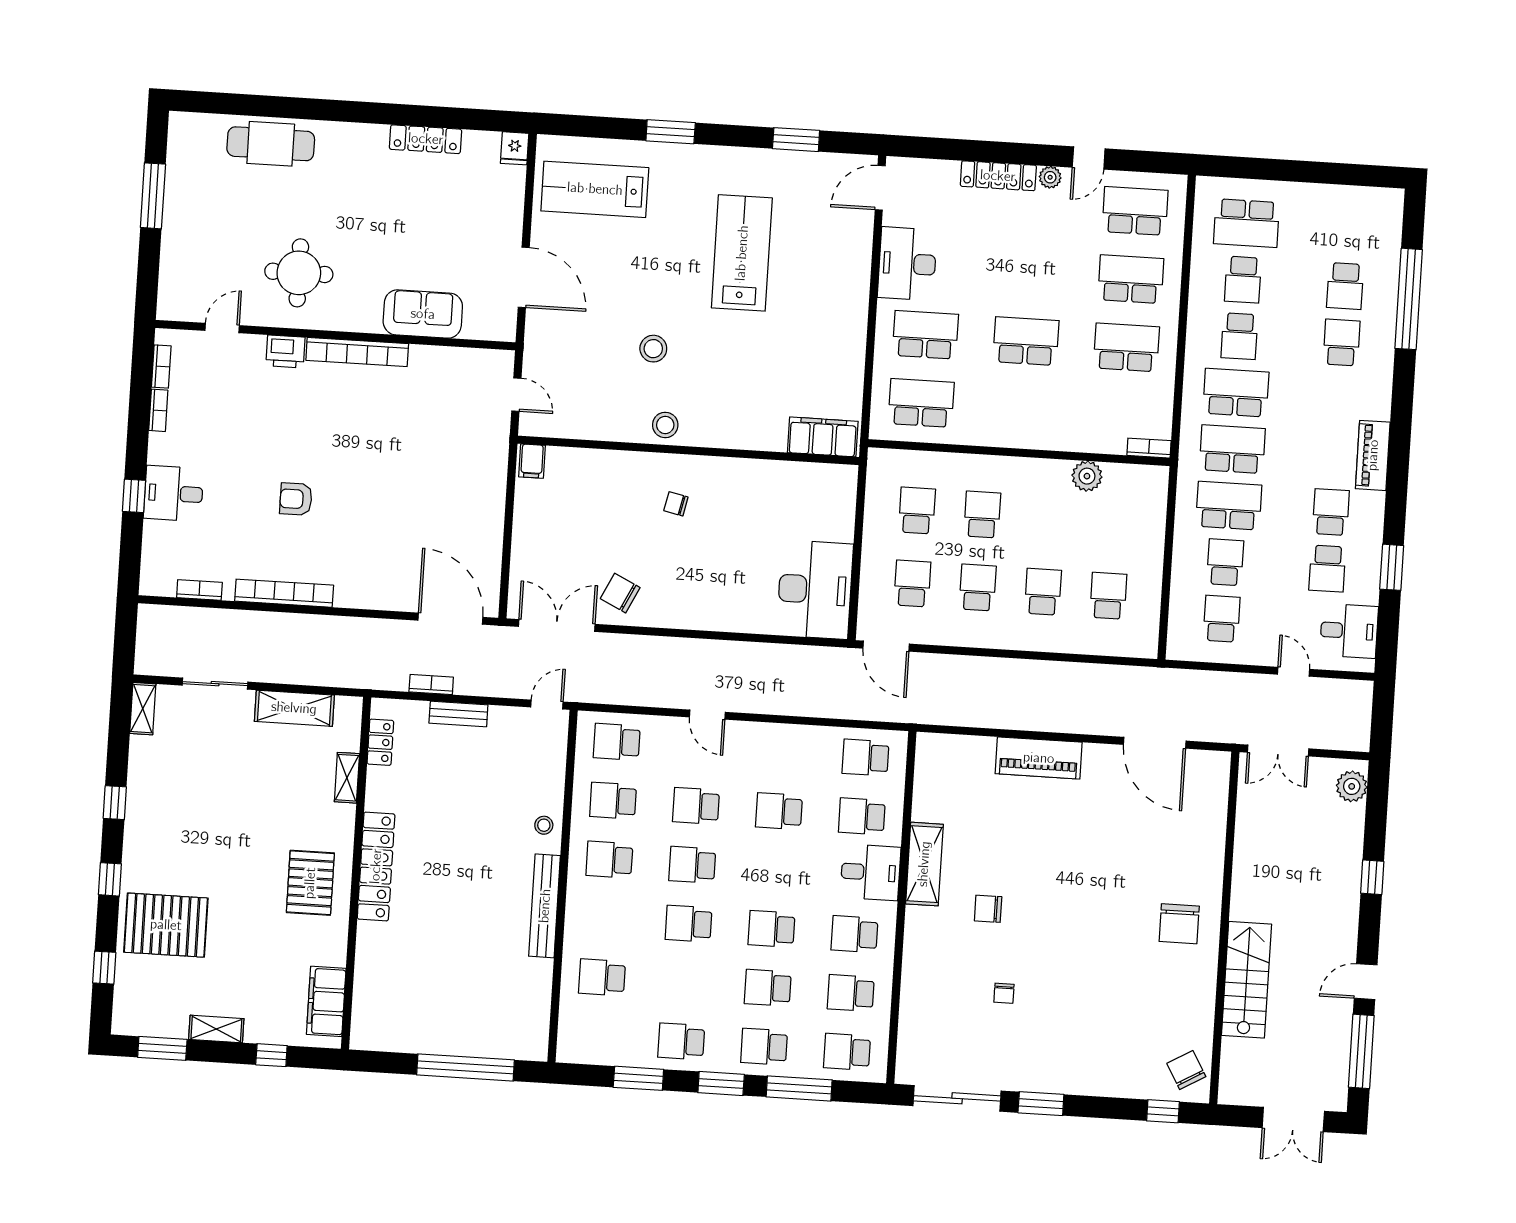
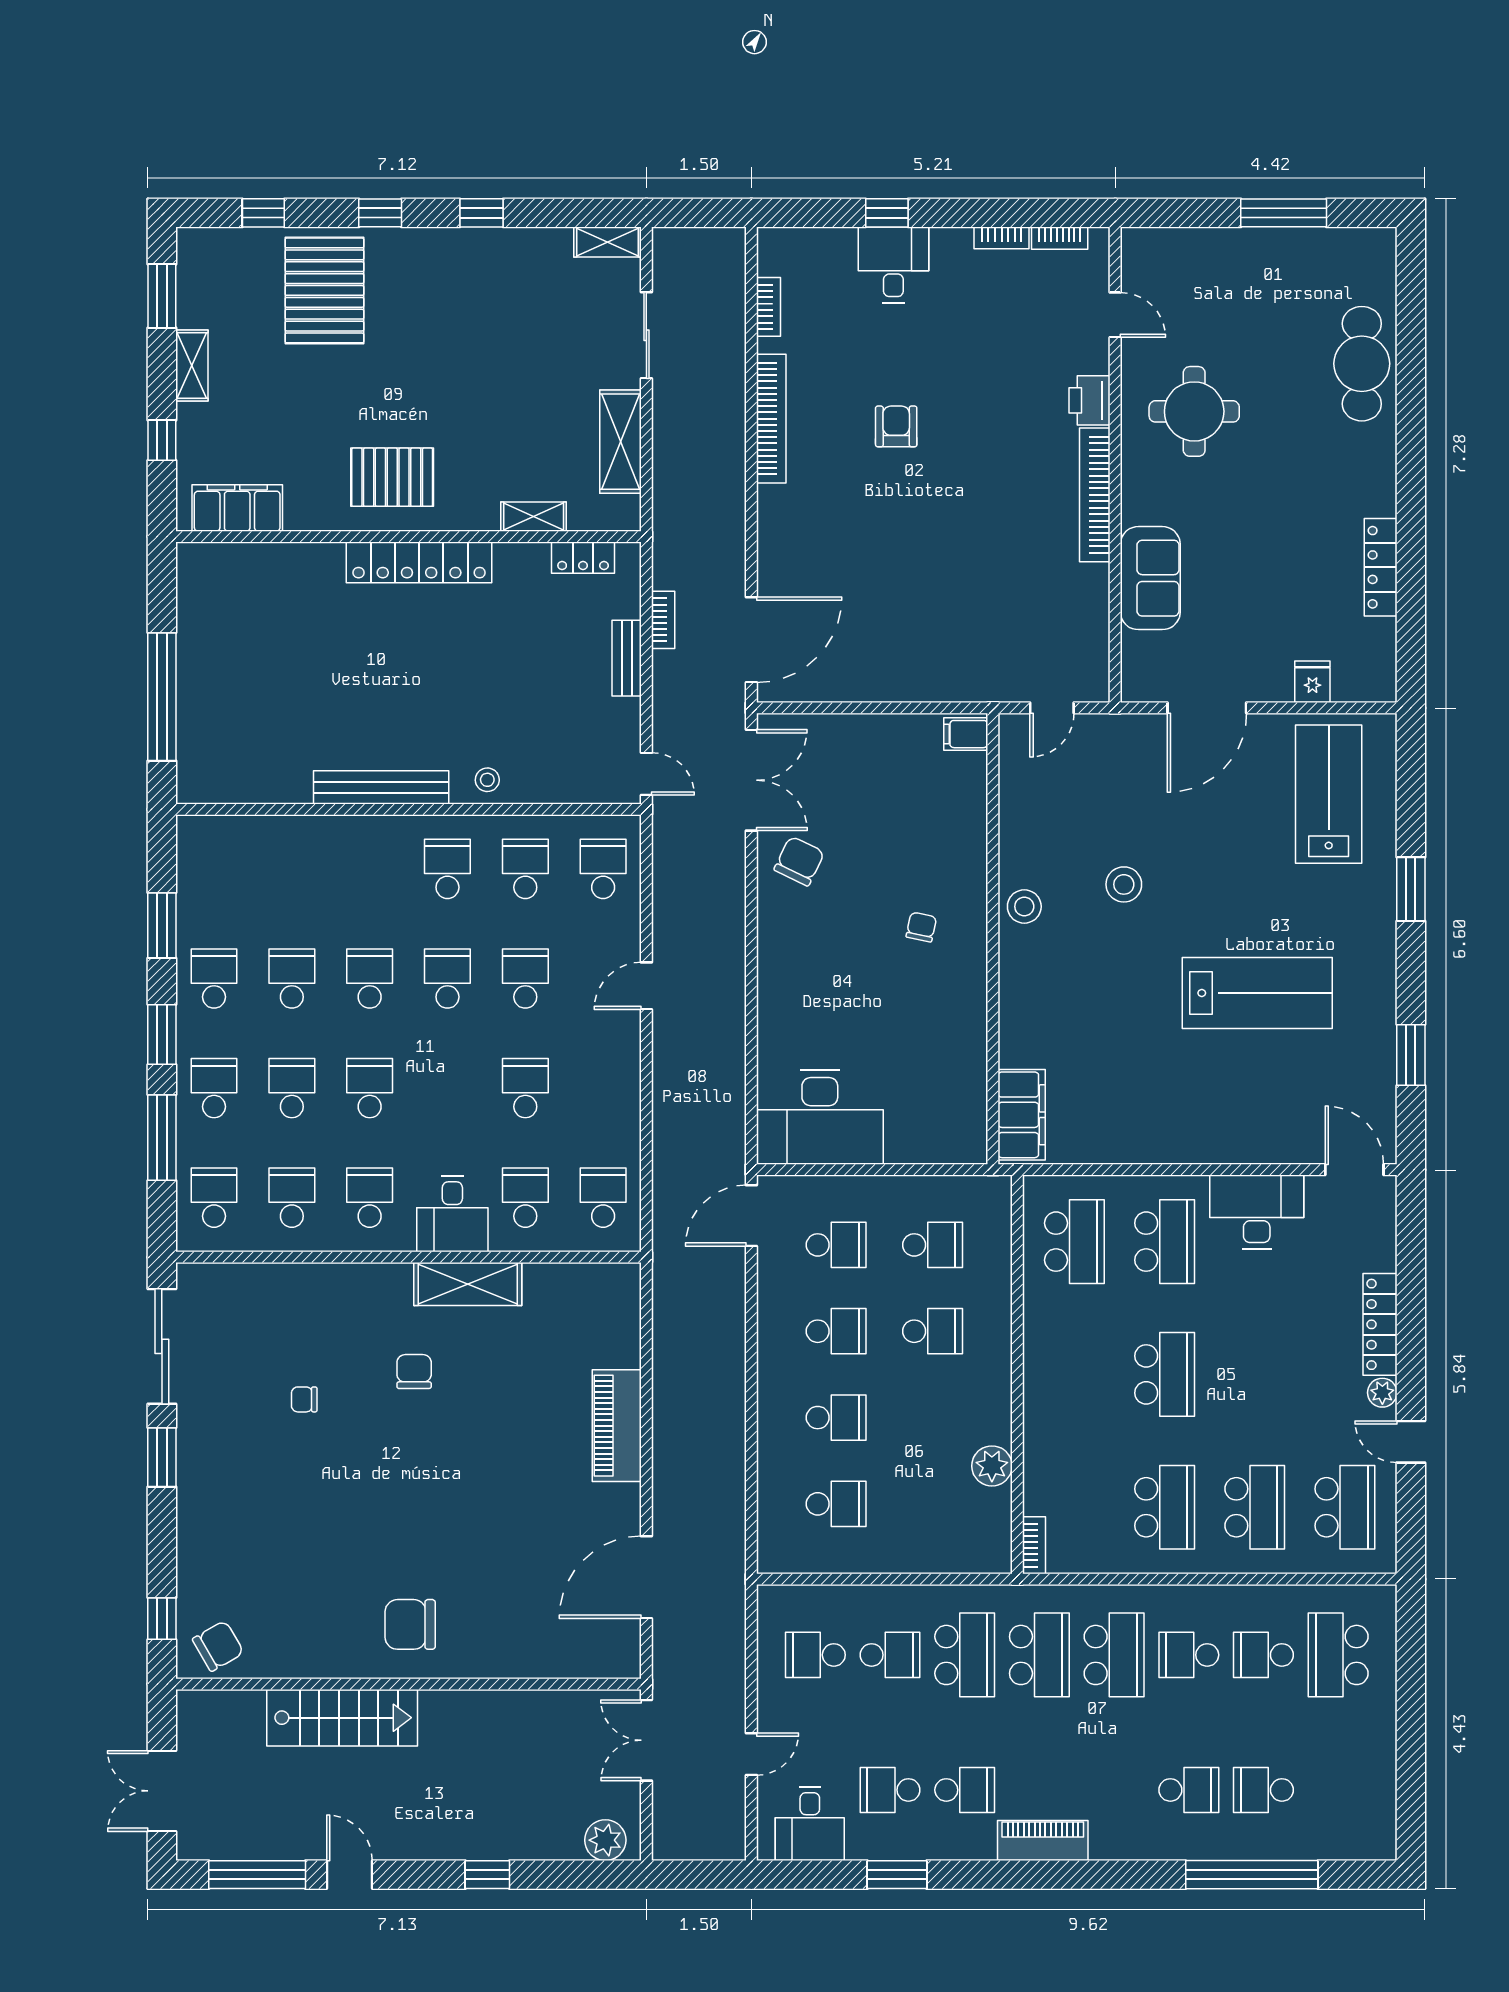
fridge: (515, 148) -> (1312, 682), moved, turned 90
school desk: (1222, 619) -> (815, 1655), turned 180
school desk: (602, 977) -> (292, 979), moved

